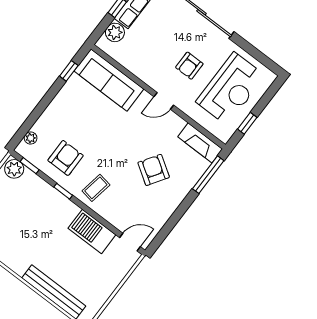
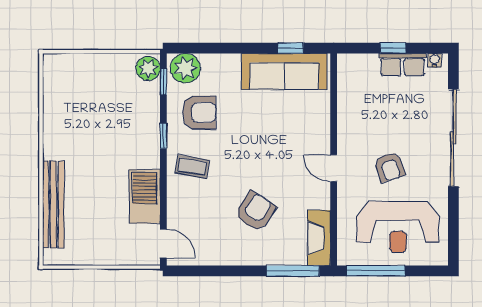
plant: (115, 32) -> (366, 65), removed
armchair: (189, 66) -> (389, 167), turned -109
sofa: (109, 80) -> (284, 71), moved, turned -90
window: (247, 123) -> (376, 271), width x2.17
plant: (31, 138) -> (185, 68), width x1.88, depth x1.88

